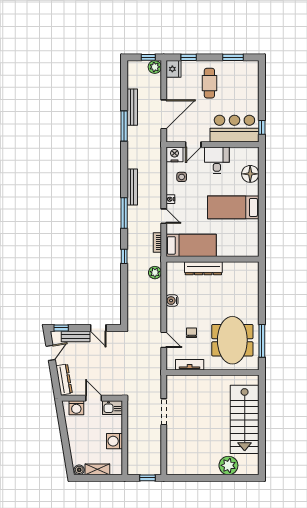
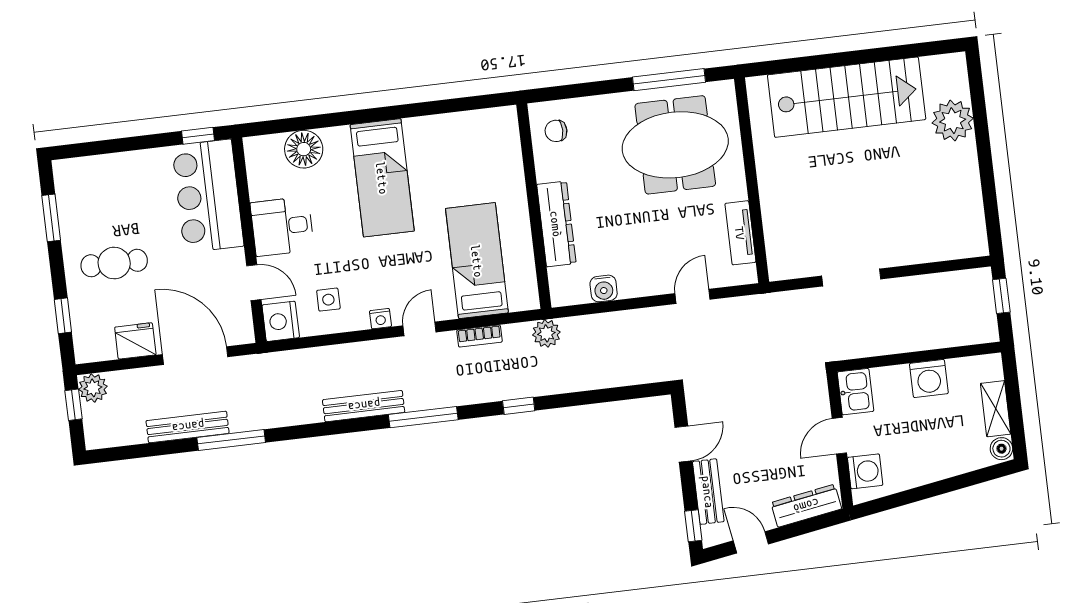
fridge: (173, 69) -> (135, 341), moved
wall: (212, 259) -> (534, 206), moved
dresser: (203, 268) -> (556, 224), moved
chair: (192, 333) -> (556, 131), moved

